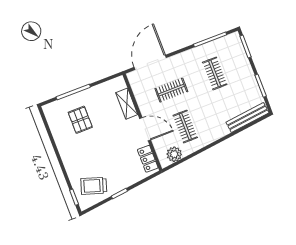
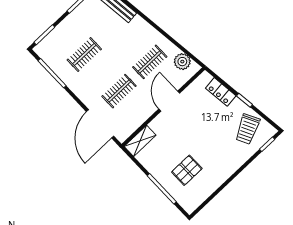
door: (150, 62) -> (100, 124), hinge flipped
clothes rail: (171, 90) -> (119, 91), turned 90
shelving: (127, 104) -> (140, 141), moved
locker: (148, 159) -> (221, 92), moved, turned 83
trolley: (94, 186) -> (247, 129), turned 45

